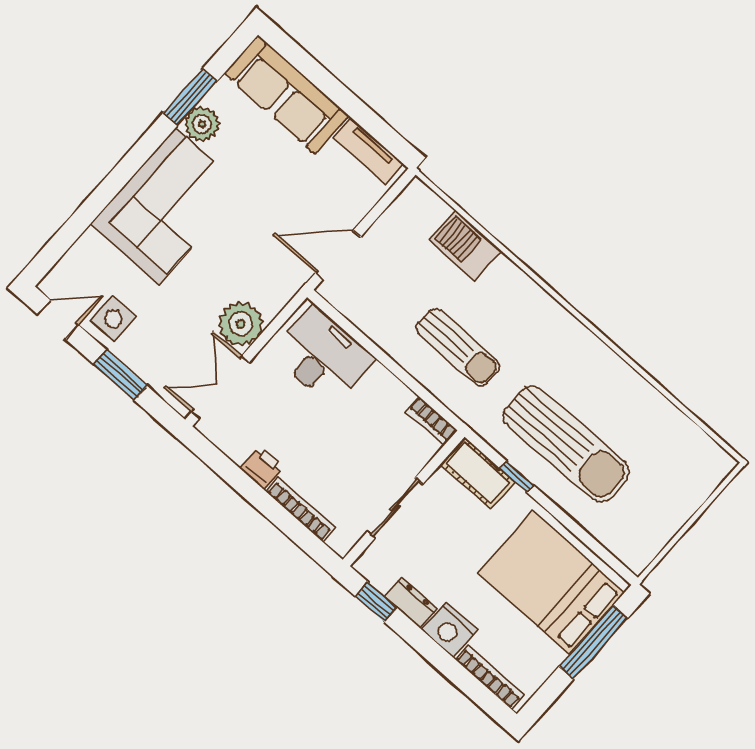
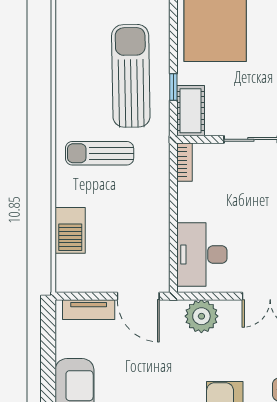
tv unit: (369, 151) -> (89, 310), moved, turned 90
plant: (241, 324) -> (201, 316), moved
sun lounger: (458, 347) -> (100, 153), moved, turned -90

